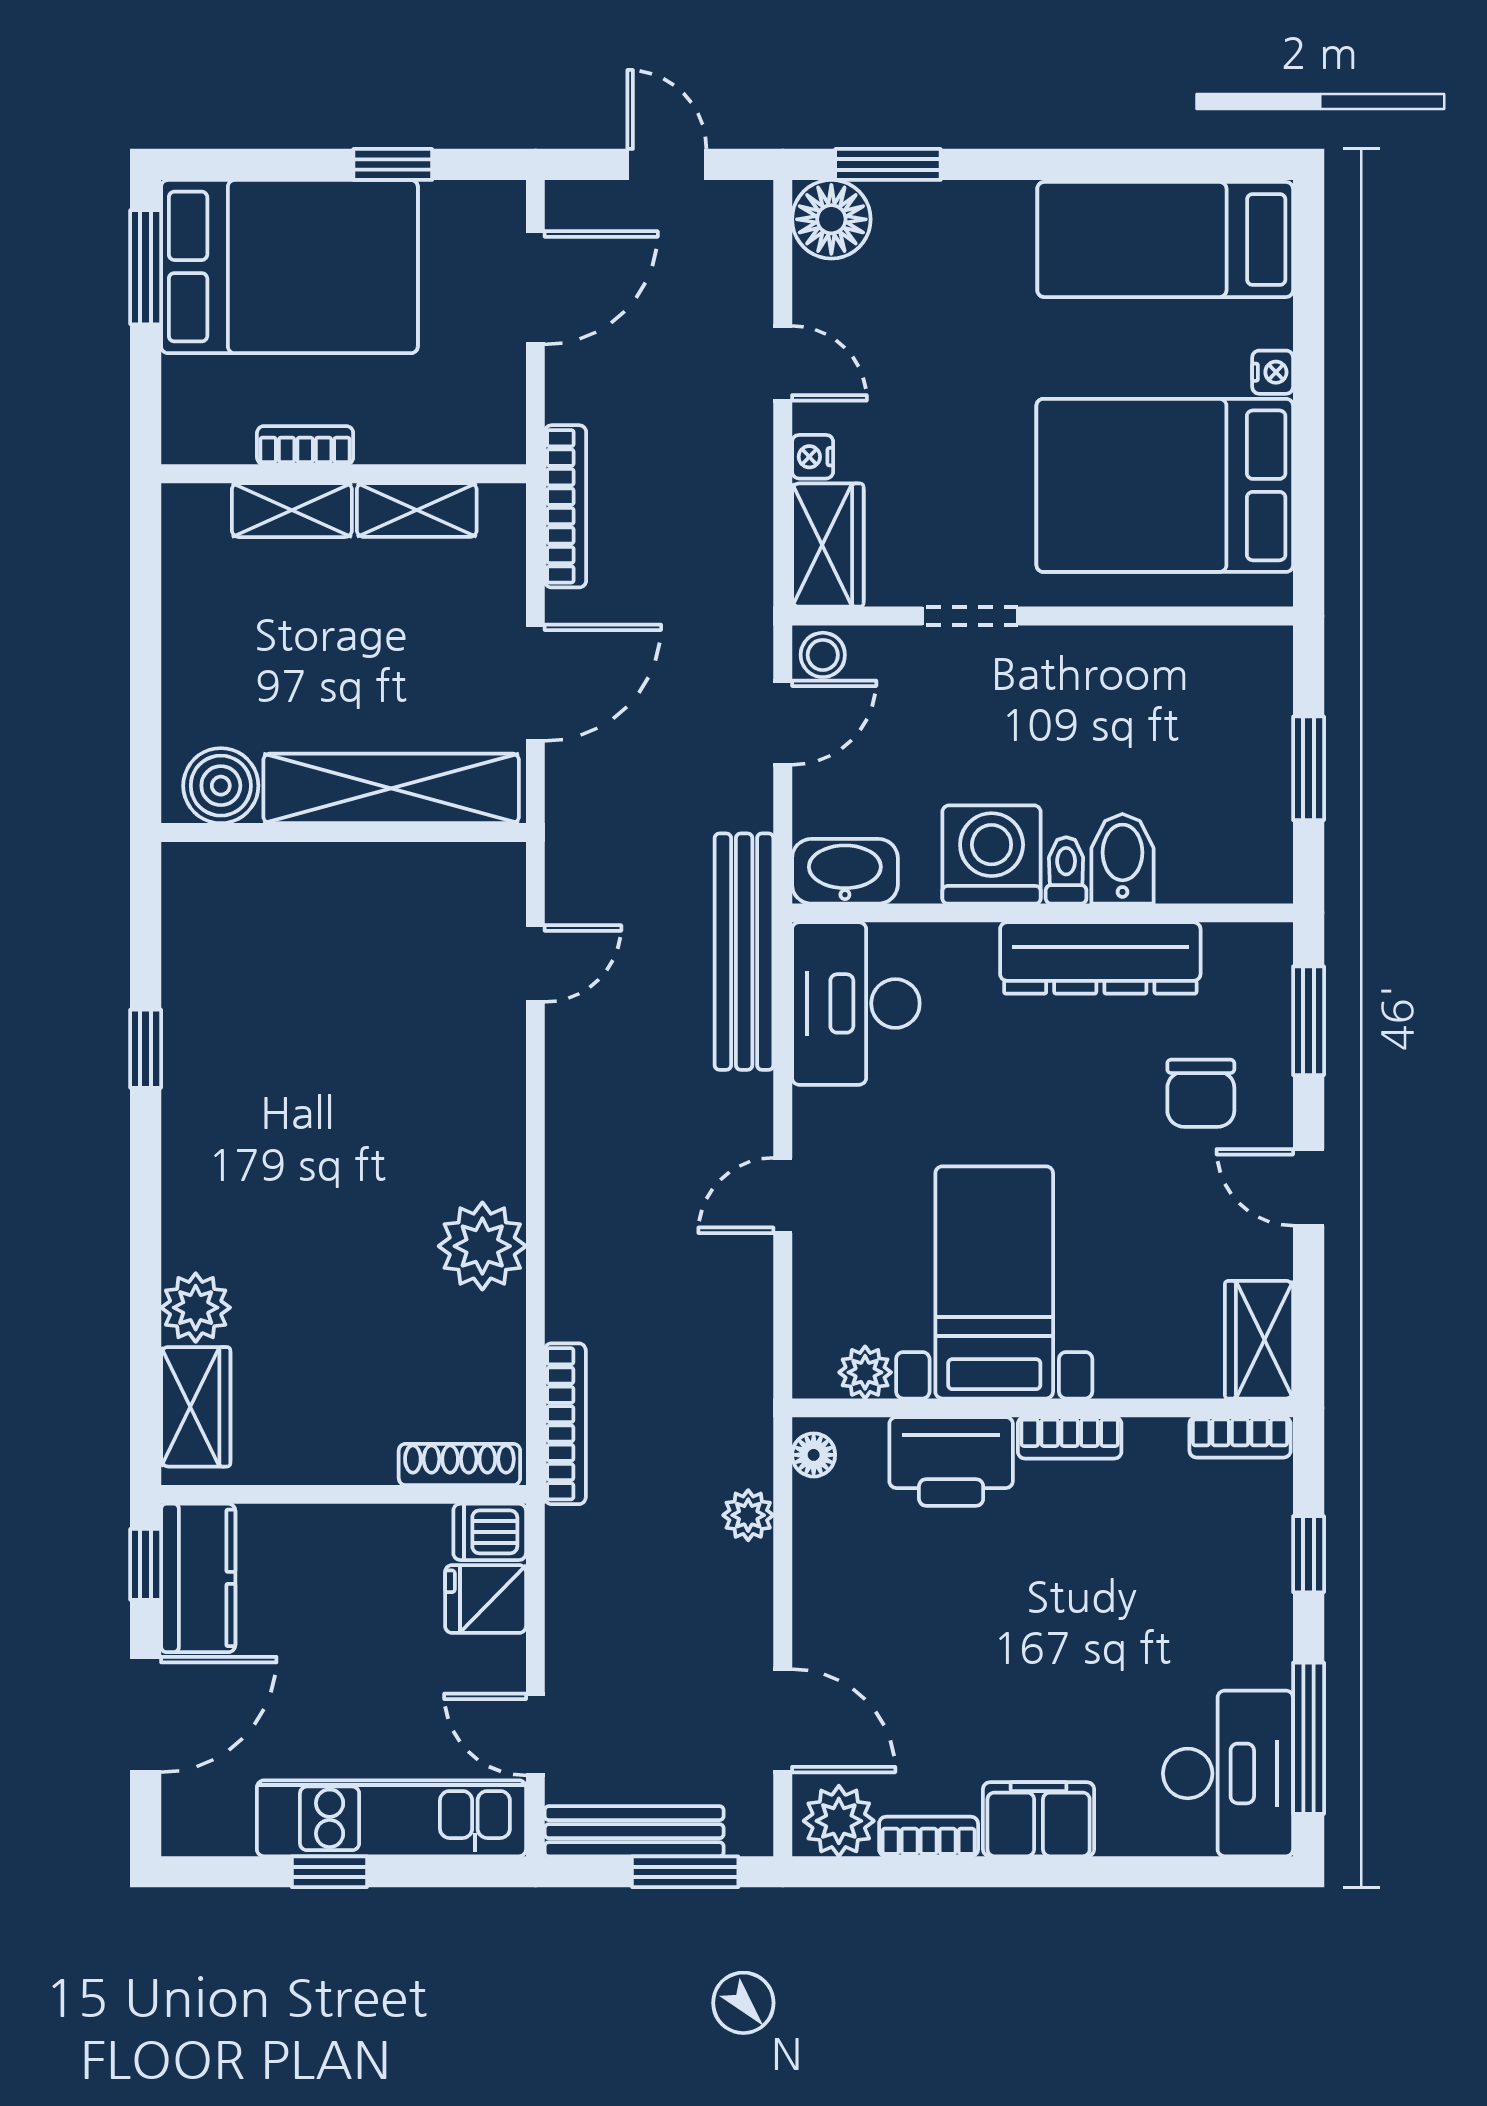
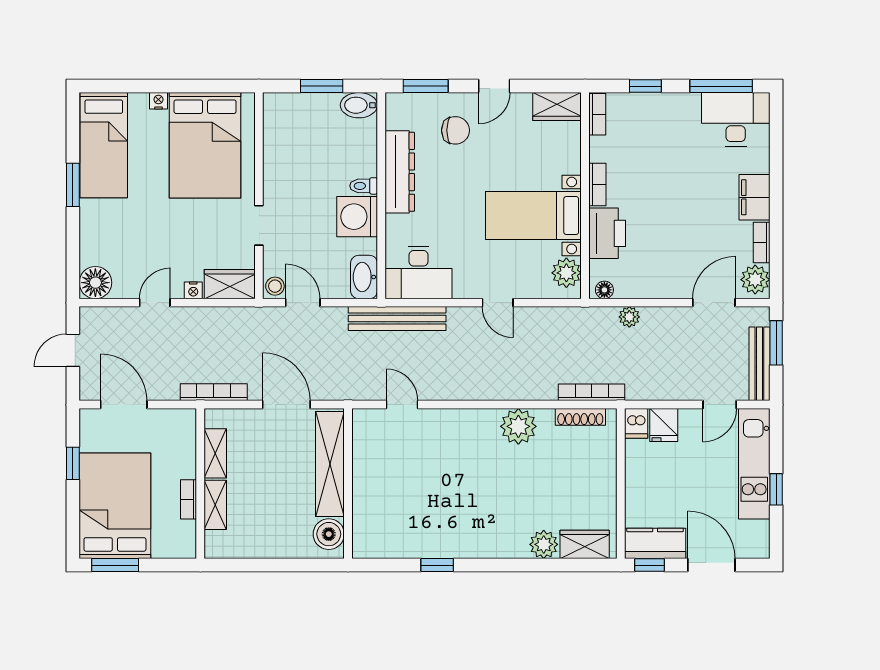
window: (888, 164) -> (73, 185), moved
bidet: (1122, 859) -> (359, 105), moved
plant: (865, 1372) -> (566, 273), width x1.38, depth x1.38
shoe rack: (459, 1464) -> (580, 417), moved, turned -90

